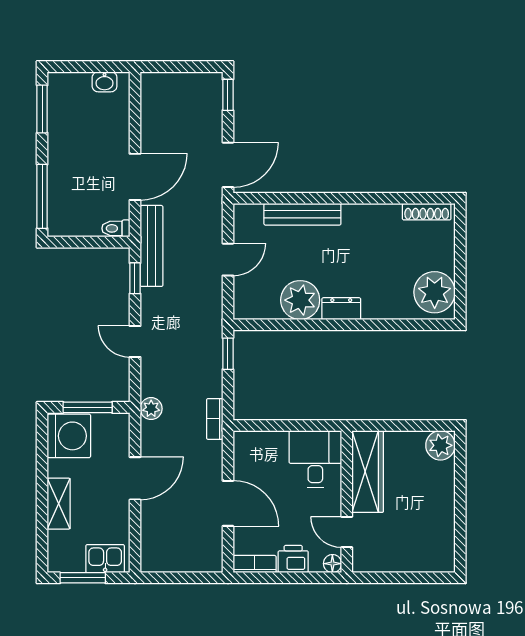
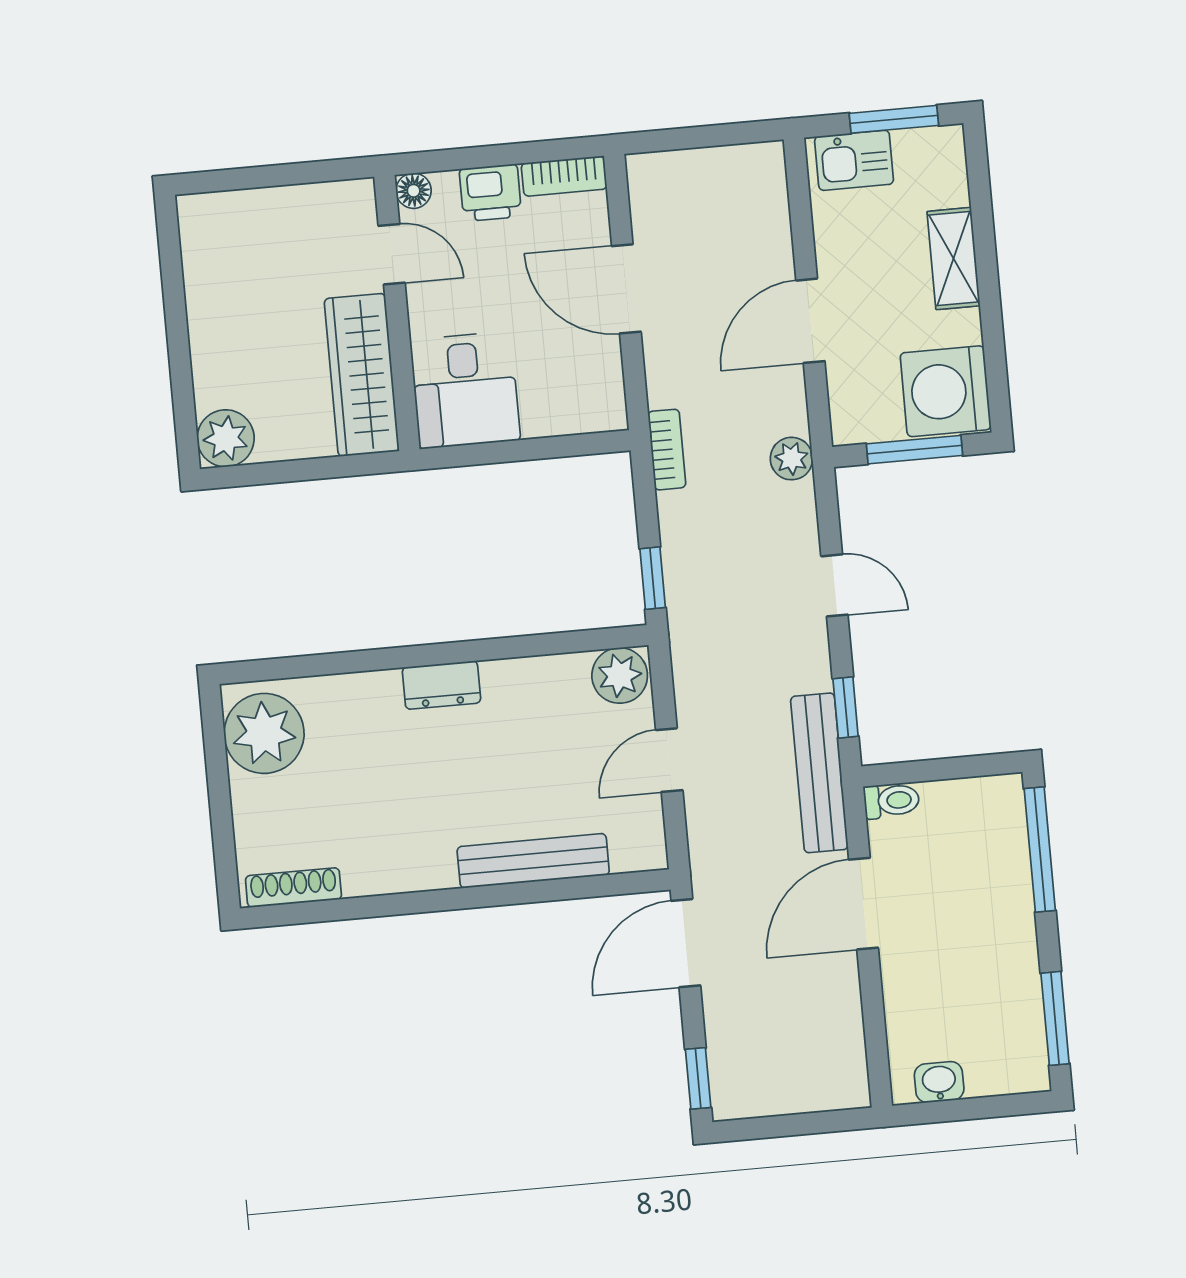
plant: (300, 300) -> (620, 675), moved, width x0.73, depth x0.73

